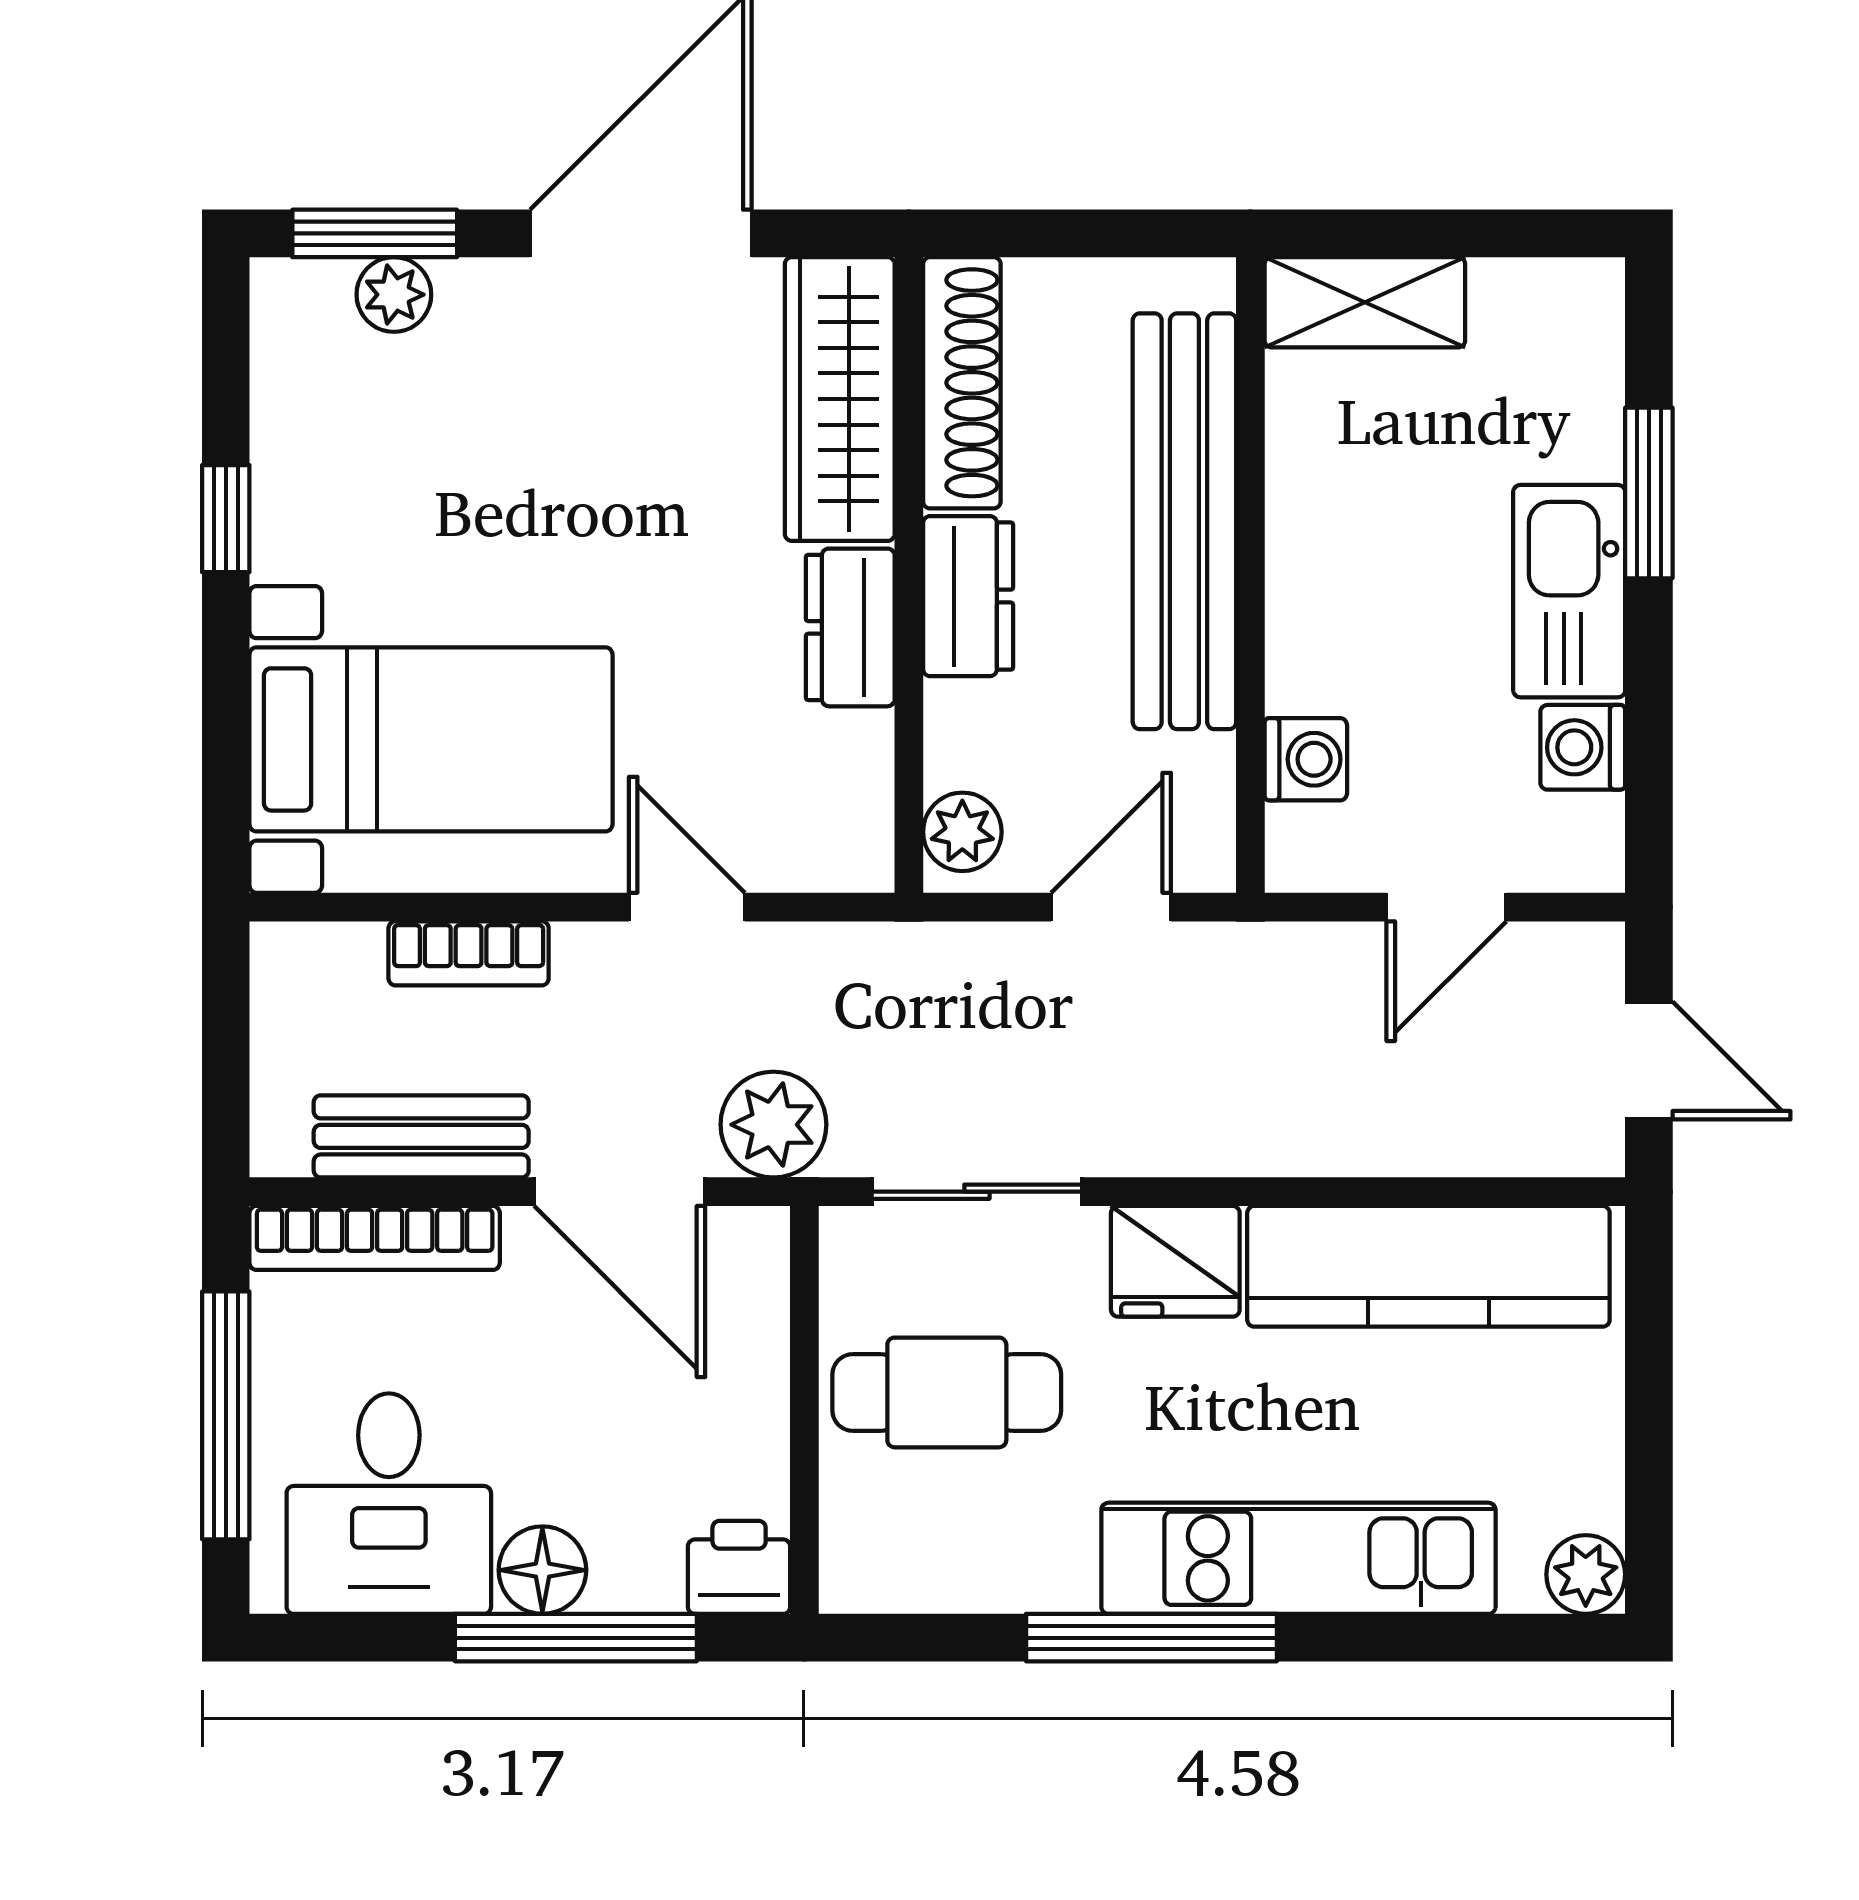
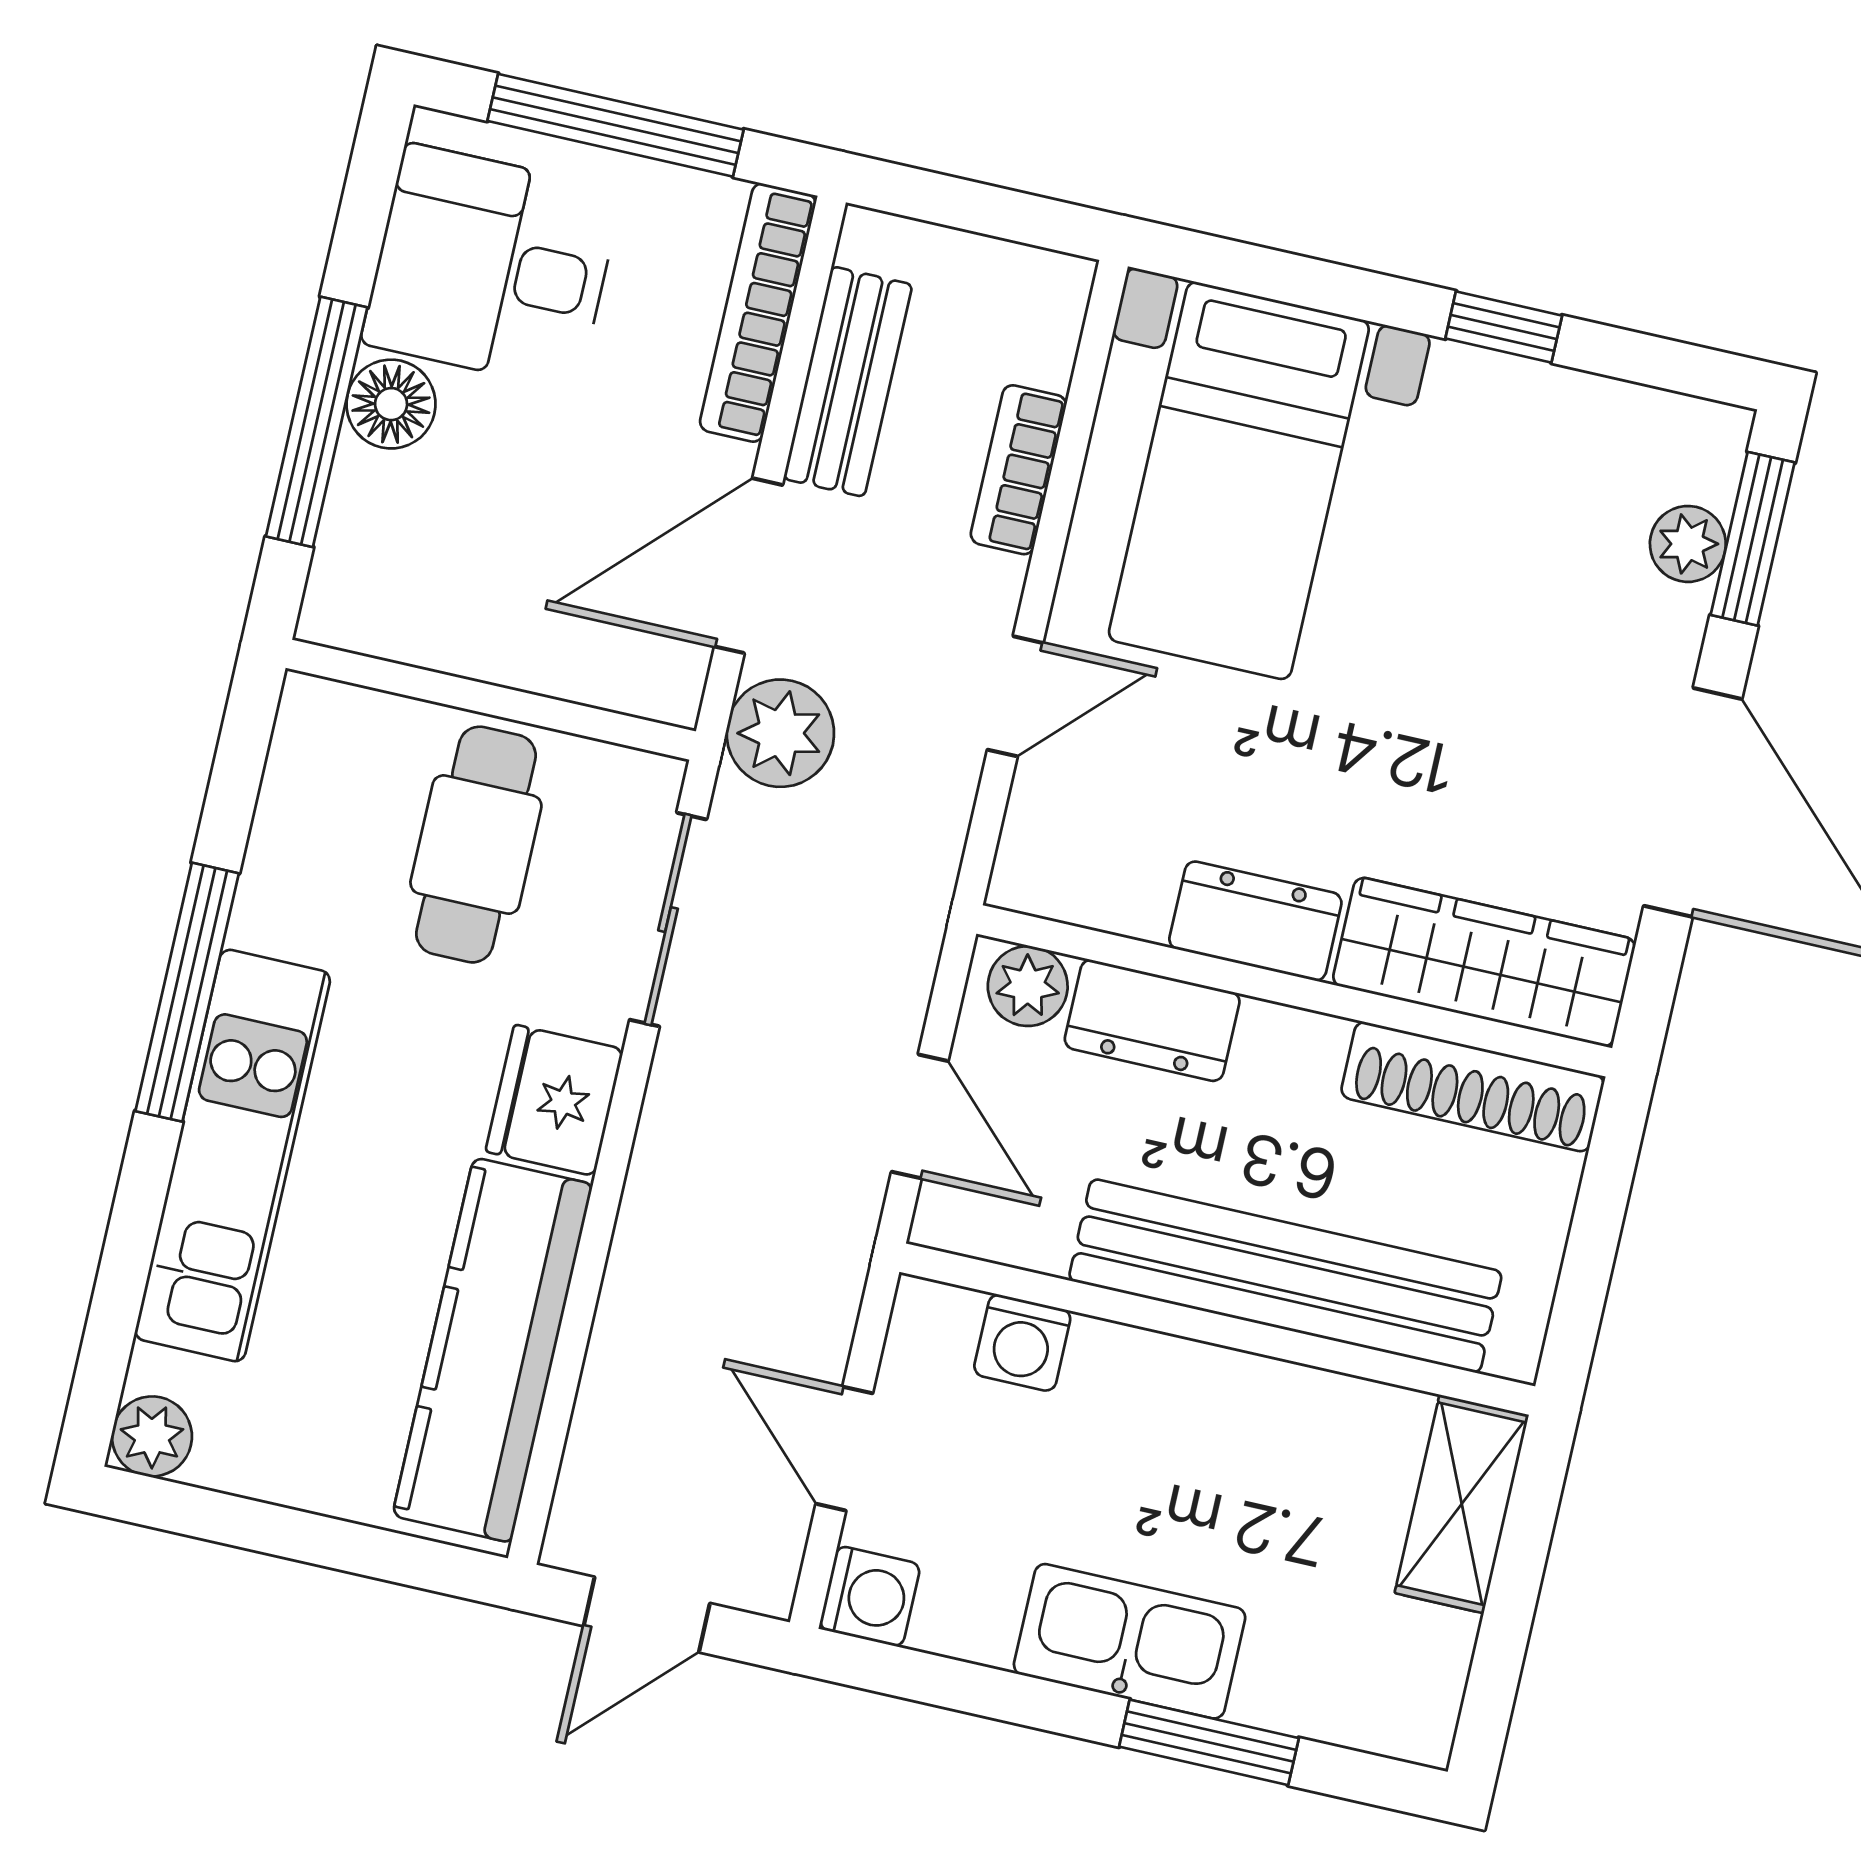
dresser: (968, 596) -> (1152, 1020), moved
washing machine: (1583, 747) -> (870, 1596), moved, turned 90
printer: (739, 1567) -> (350, 599), removed

